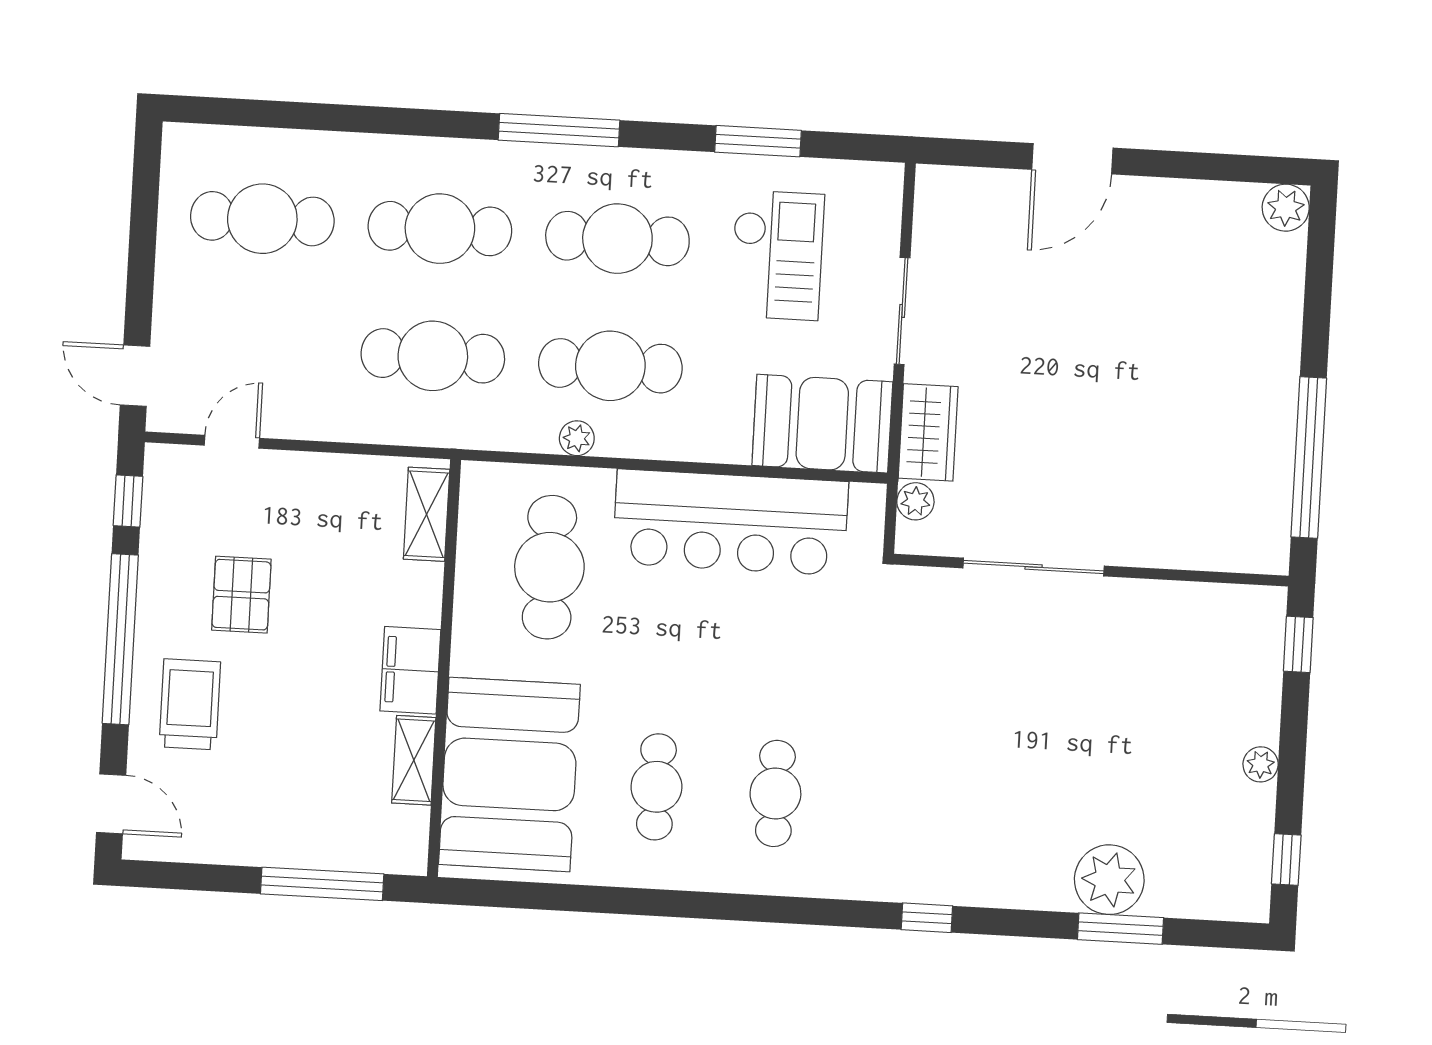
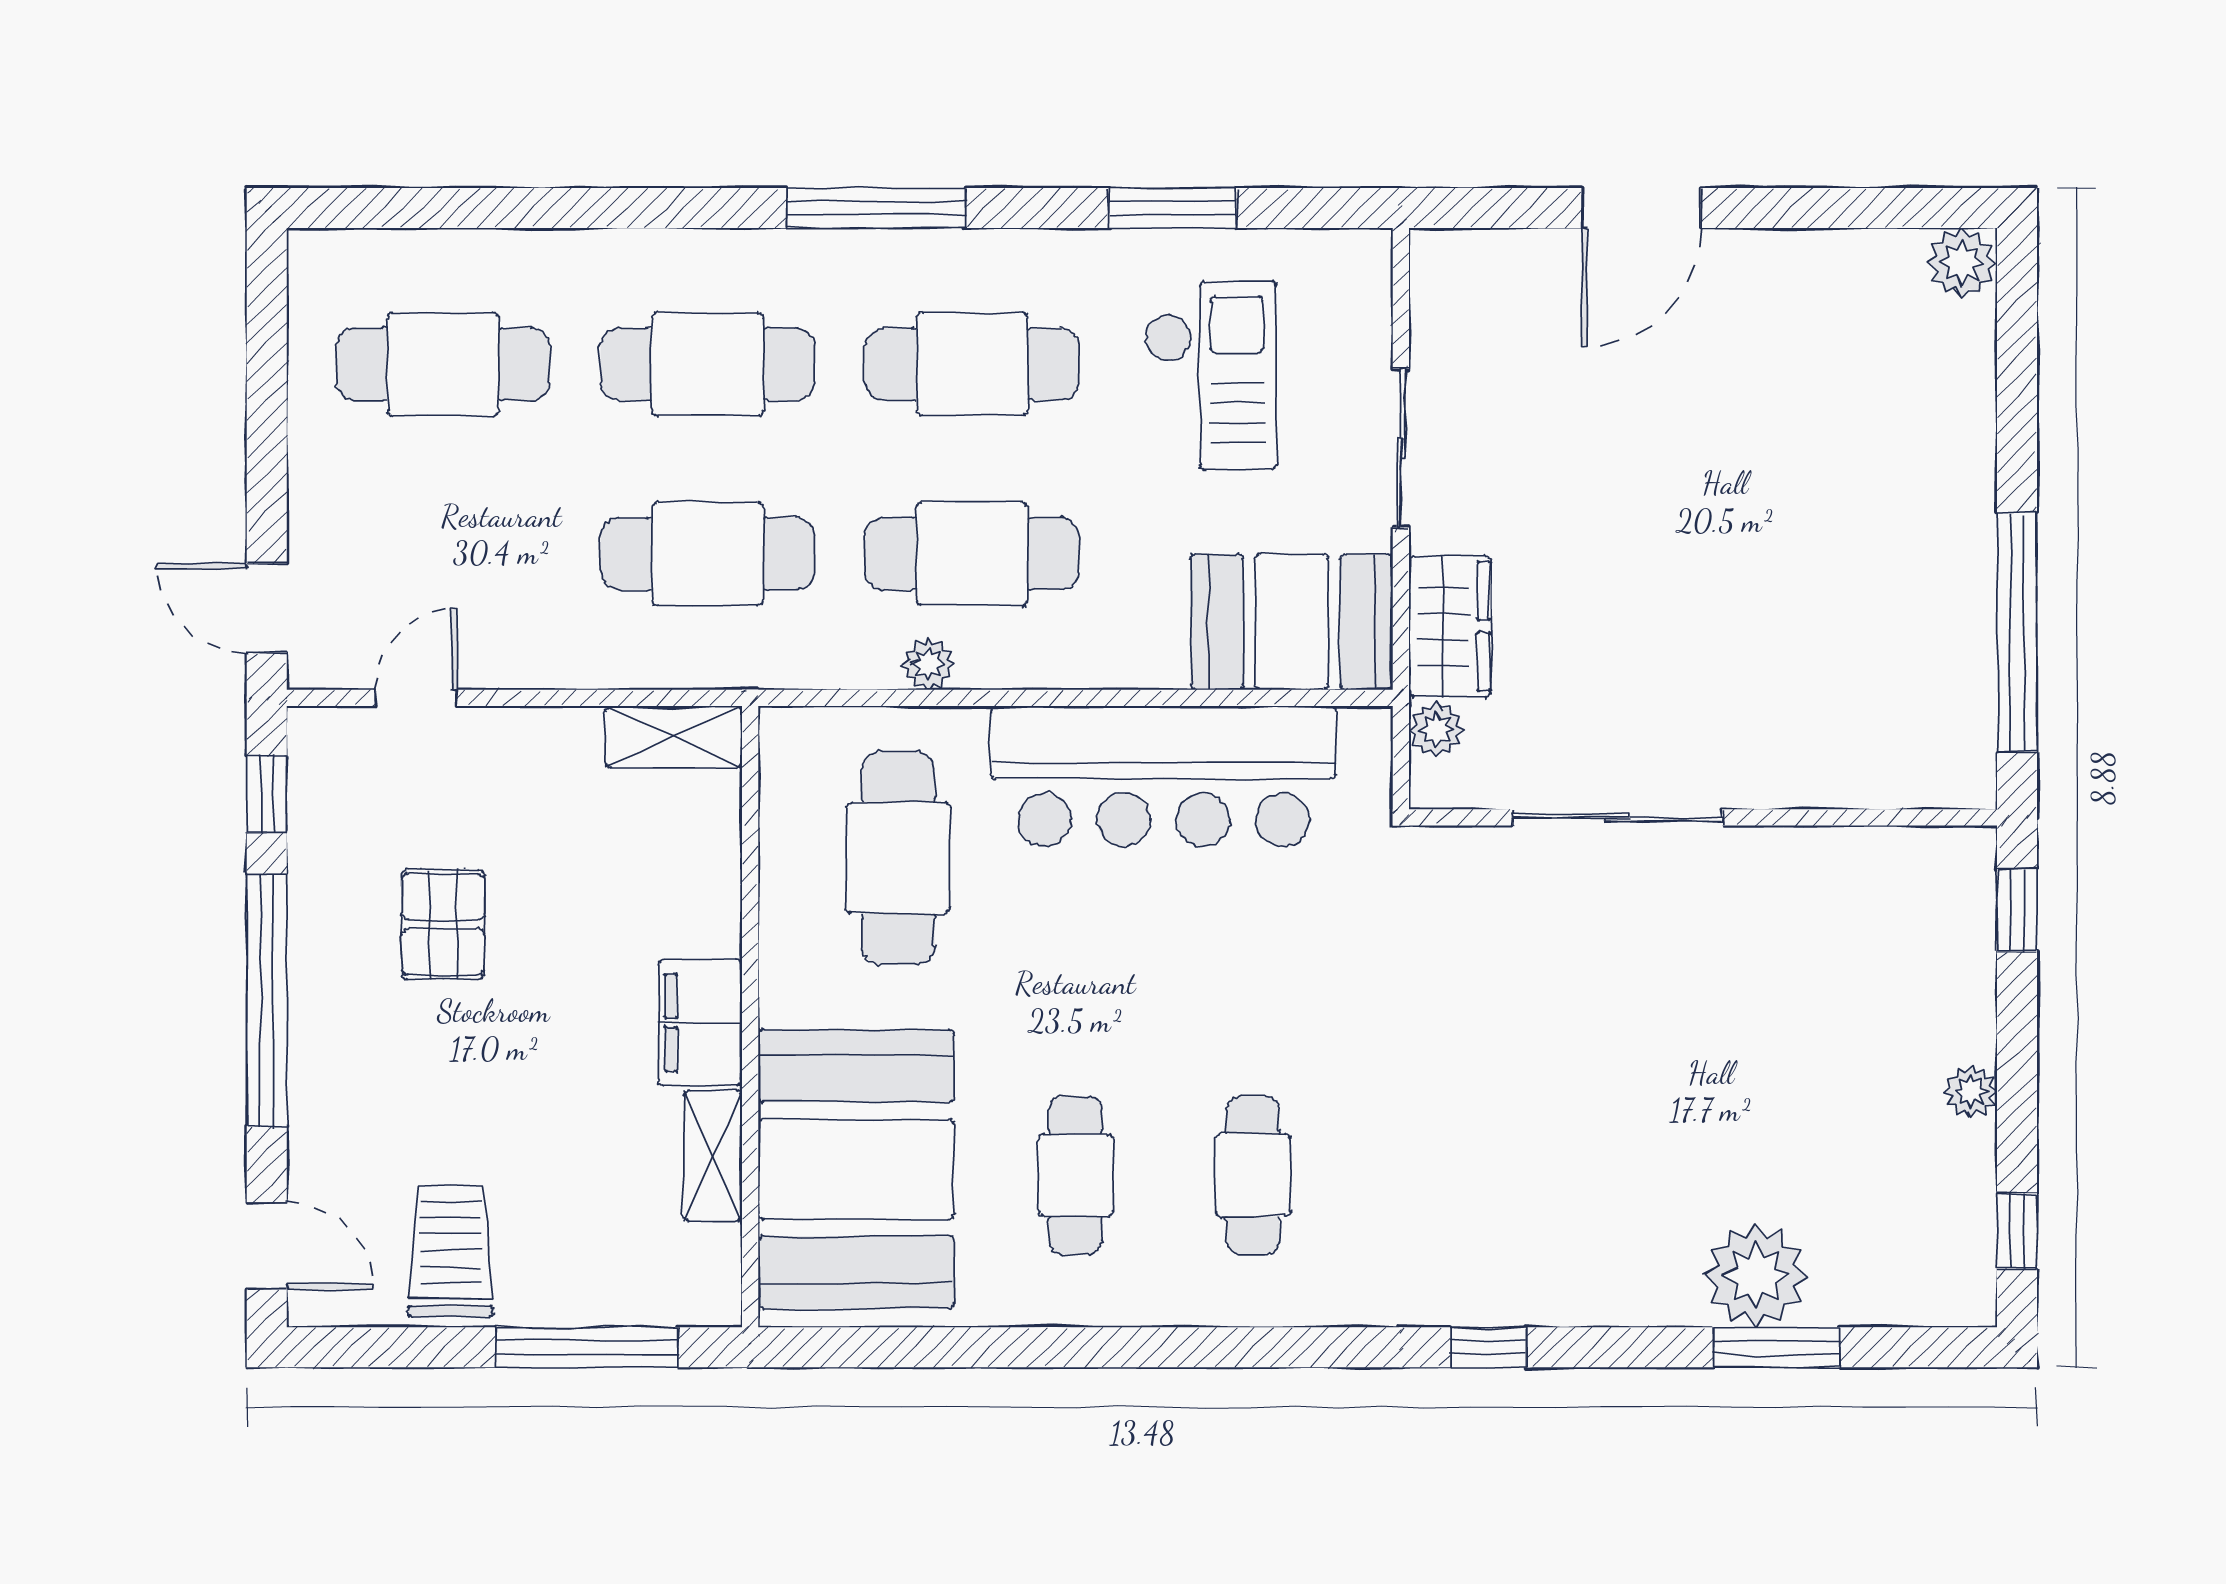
shelving: (427, 514) -> (674, 737), moved, turned 90
trolley: (190, 704) -> (451, 1251), moved

